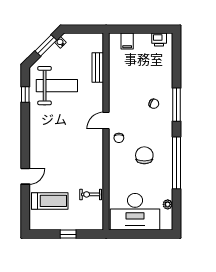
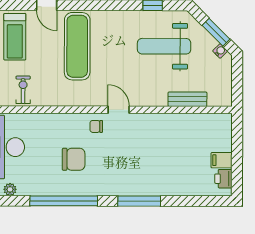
filing cabinet: (127, 41) -> (222, 160), moved
weight bench: (57, 86) -> (164, 46), turned 90
chair: (154, 104) -> (140, 172), removed
exercise mat: (57, 153) -> (77, 46), added

